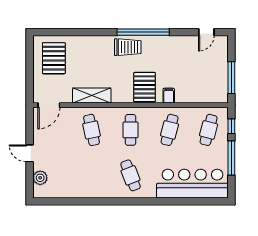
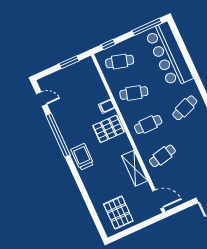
window: (143, 32) -> (58, 135), moved
pallet: (54, 58) -> (118, 213), turned 90
window: (231, 78) -> (69, 62), width x0.69
window: (231, 158) -> (147, 27), moved

